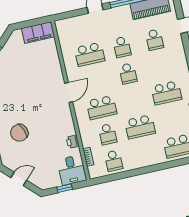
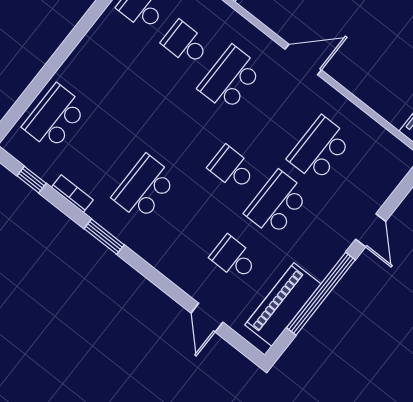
school desk: (122, 47) -> (277, 204), width x1.85
door: (69, 93) -> (303, 59), swing flipped
school desk: (140, 127) -> (142, 98), removed

